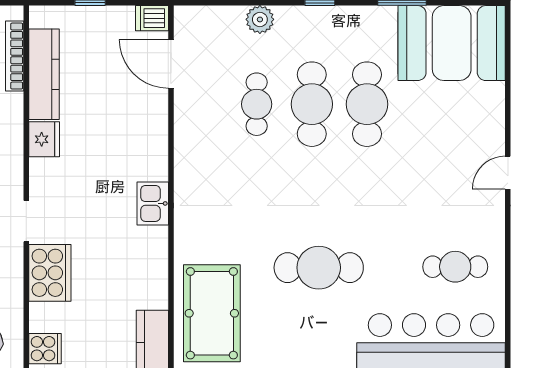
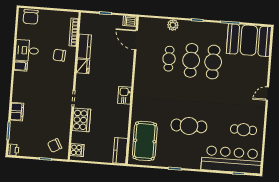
kitchen counter: (44, 74) -> (84, 46), width x0.67

